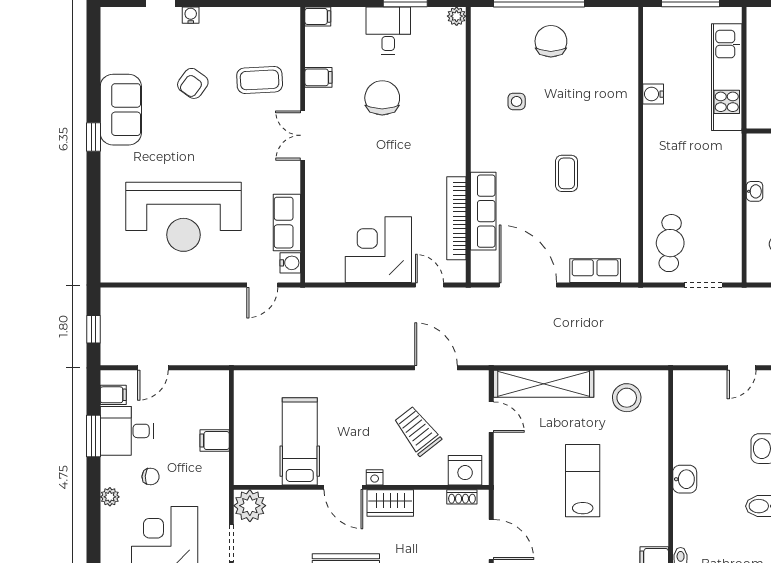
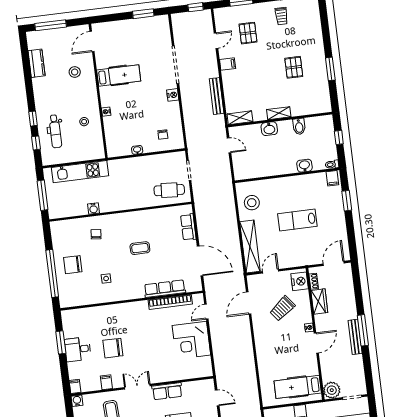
plant: (457, 16) -> (66, 315), removed
chair: (603, 93) -> (96, 234), added
double door: (303, 135) -> (137, 387), swing flipped
row of seats: (287, 223) -> (167, 391), moved
water cooler: (290, 263) -> (77, 401), moved
door: (528, 285) -> (200, 261), swing flipped
hospital bed: (300, 441) -> (298, 387), moved
washbasin: (685, 479) -> (304, 166), moved
wardrobe: (390, 503) -> (319, 301), moved

